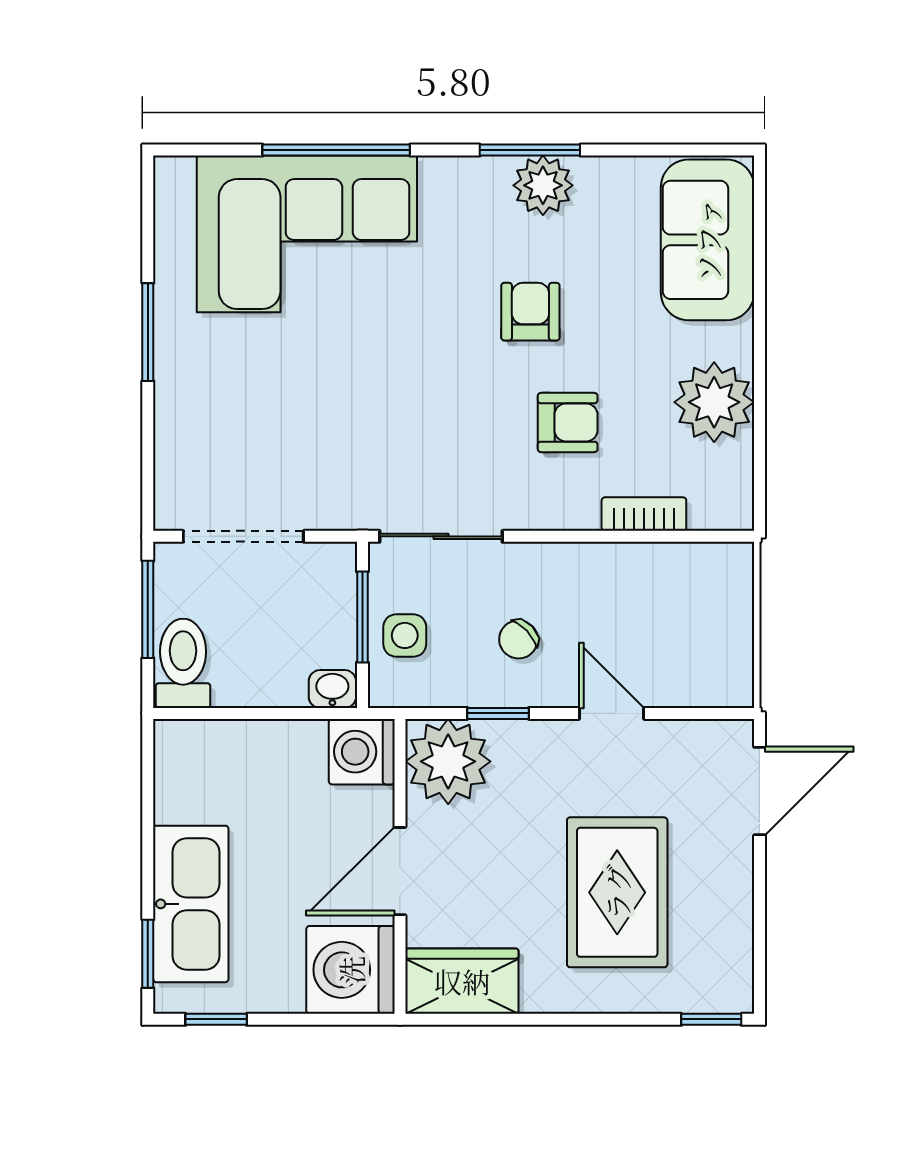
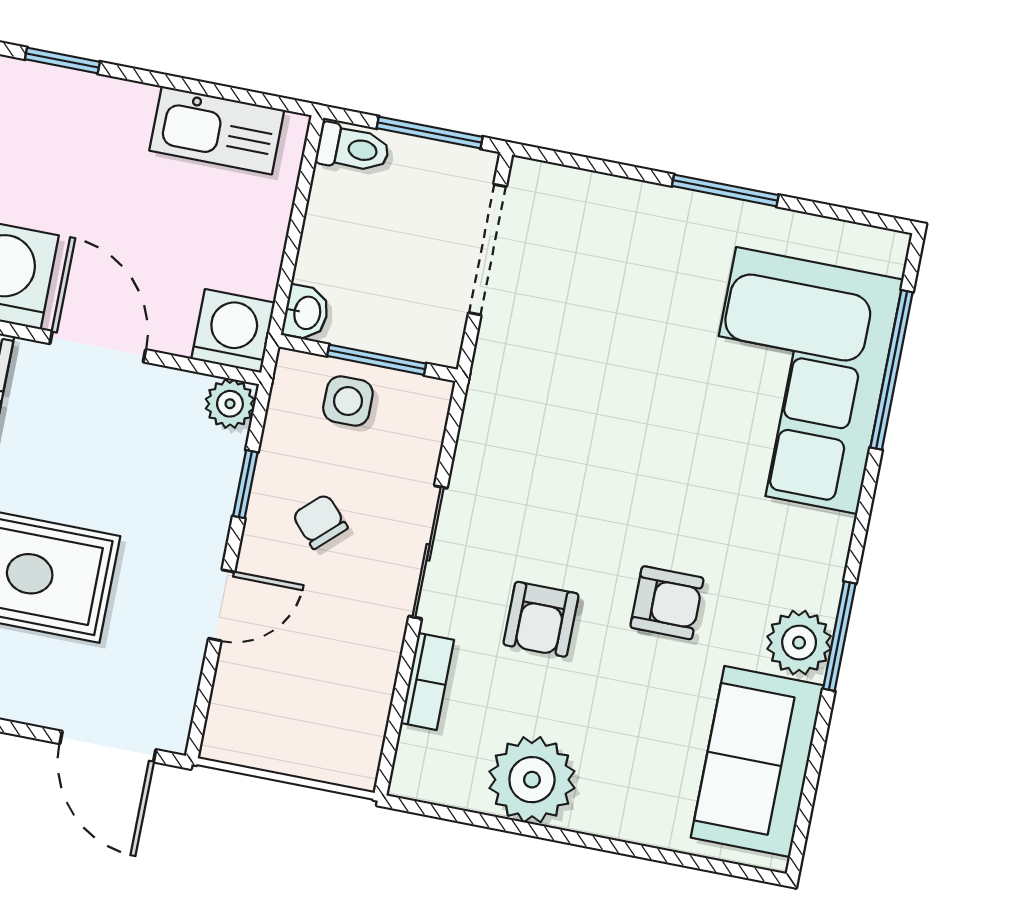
window: (336, 150) -> (892, 370), moved
sofa: (708, 240) -> (757, 761), moved, turned -90
sliding door: (441, 536) -> (428, 552), moved
toilet: (183, 663) -> (353, 148), width x0.73, depth x0.72
plant: (448, 761) -> (230, 404), width x0.53, depth x0.53
kitchen sink: (191, 904) -> (217, 130), moved, width x0.73, depth x0.81

